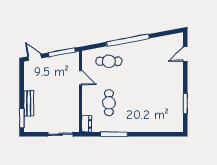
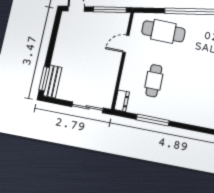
cafe table: (109, 61) -> (163, 31), width x1.37, depth x1.35
door: (80, 78) -> (126, 44), swing flipped
bench: (29, 103) -> (53, 82), moved

